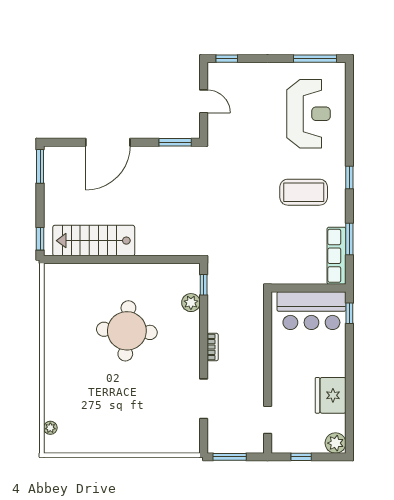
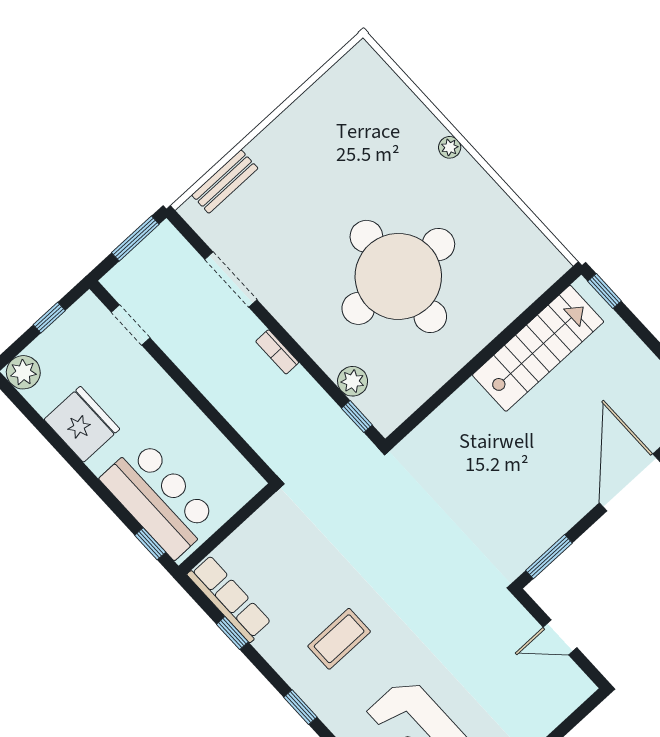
window: (227, 59) -> (579, 714), removed
coffee table: (304, 192) -> (339, 639), width x0.73, depth x0.76
window: (349, 239) -> (232, 633), width x0.67
bar counter: (311, 311) -> (159, 499), moved, turned 90
round table: (127, 331) -> (398, 276), width x1.36, depth x1.36
plant: (50, 428) -> (450, 147), moved
bench: (166, 445) -> (225, 182), added

